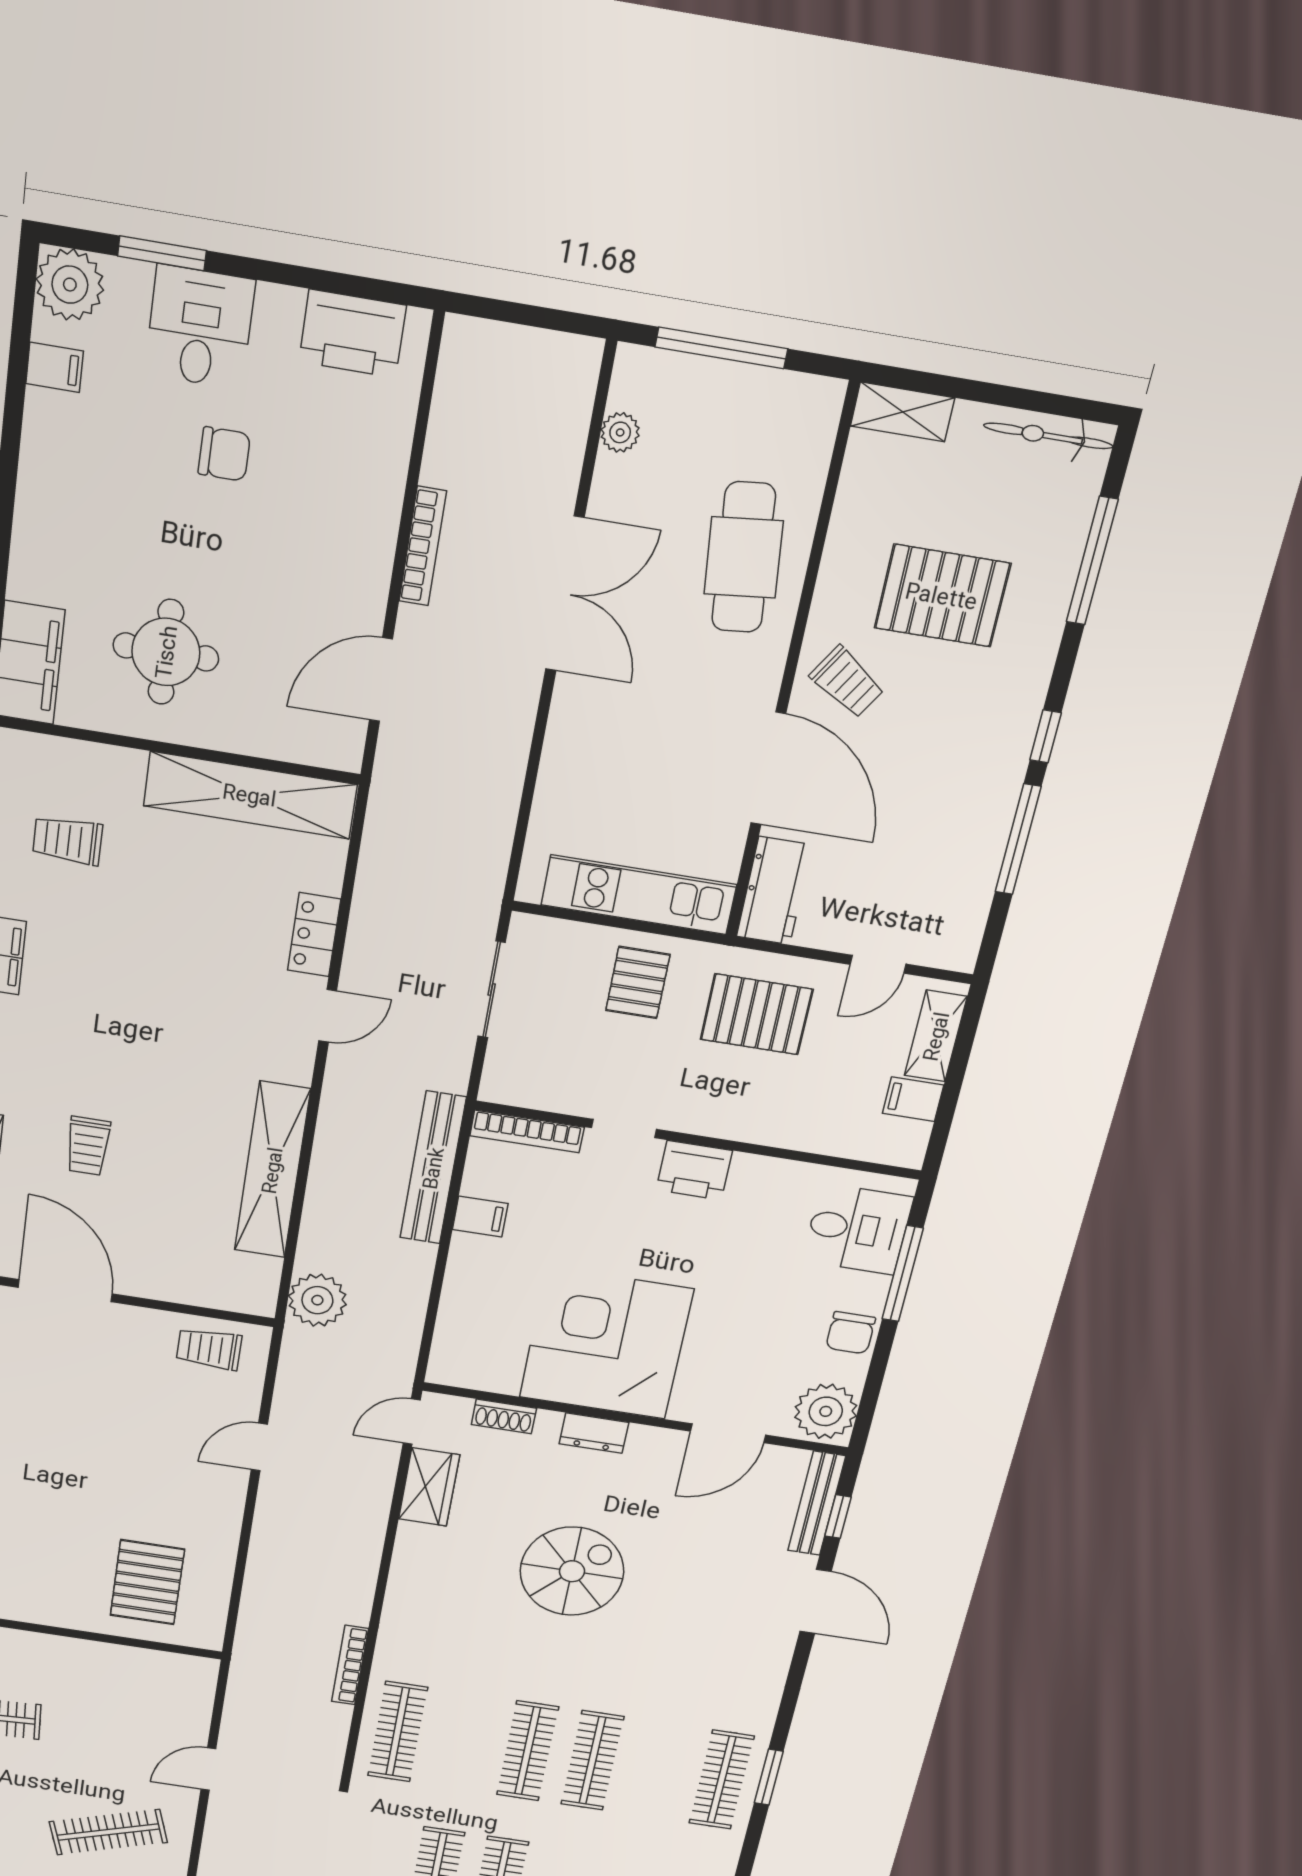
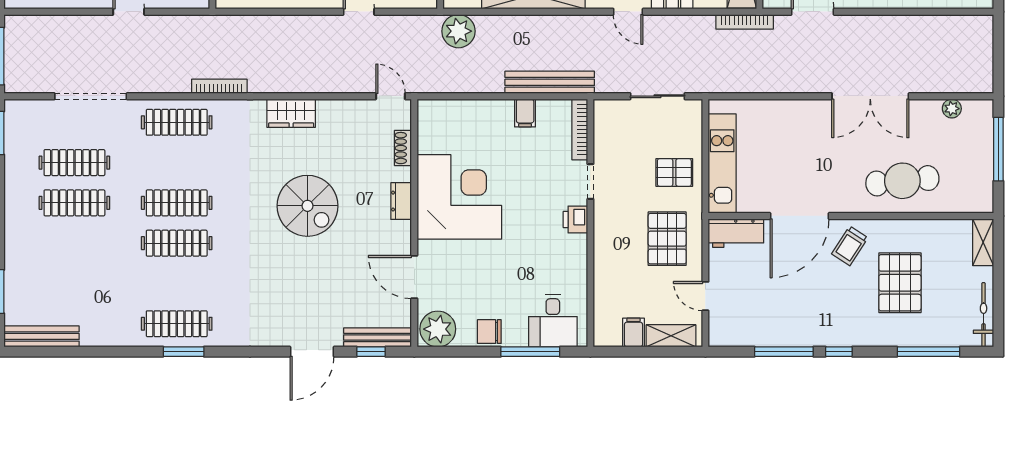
bookcase: (423, 546) -> (745, 22), moved
printer: (694, 1170) -> (575, 219), width x0.73, depth x0.81
wardrobe: (429, 1487) -> (291, 113), moved

